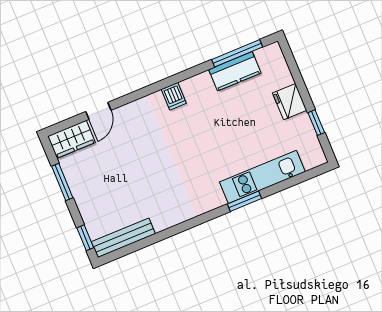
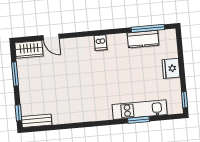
door: (98, 111) -> (51, 37), hinge flipped
window: (316, 123) -> (185, 100), moved
window: (245, 201) -> (139, 120), moved
bench: (123, 238) -> (37, 121), width x0.73

